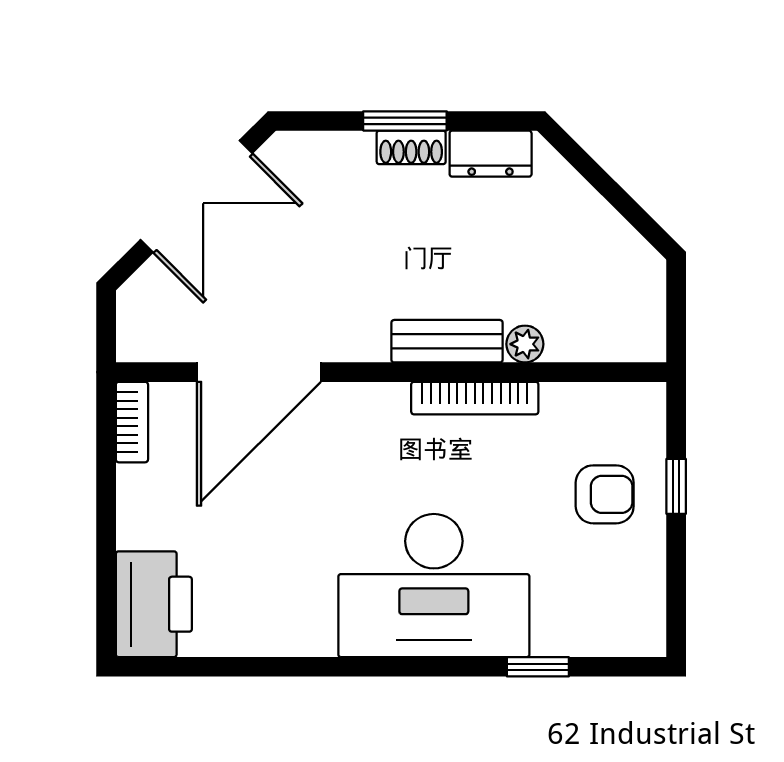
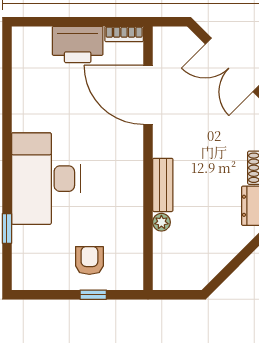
bookcase: (475, 398) -> (136, 198), removed
armchair: (605, 494) -> (89, 260), turned 180
printer: (154, 604) -> (78, 44), moved

